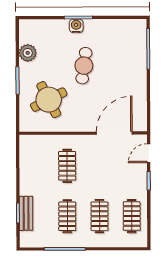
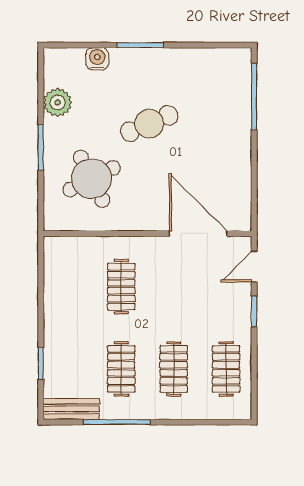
water cooler: (76, 26) -> (97, 59), moved
cafe table: (84, 66) -> (149, 124), turned 59
door: (114, 133) -> (198, 234), hinge flipped
bench: (26, 213) -> (71, 409), moved, turned 90

